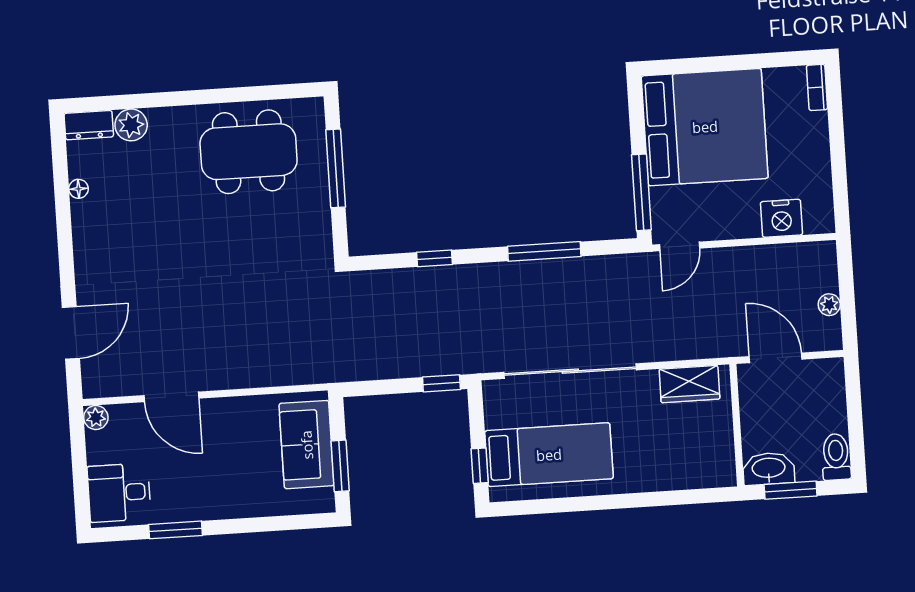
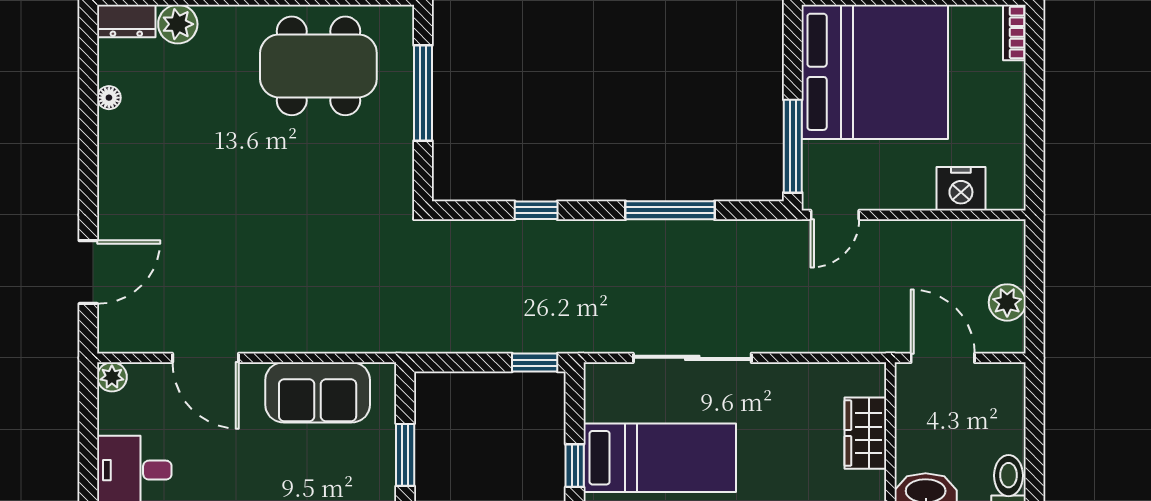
plant: (829, 305) -> (1007, 302), width x1.38, depth x1.38
sliding door: (570, 371) -> (692, 358), width x0.73
wardrobe: (689, 384) -> (865, 433), moved, turned 90
sofa: (307, 445) -> (318, 392), moved, turned -90

